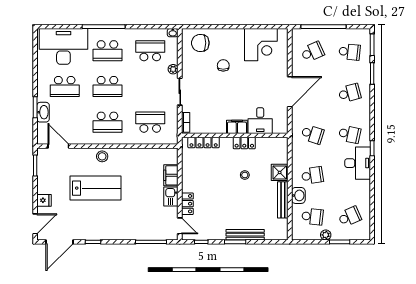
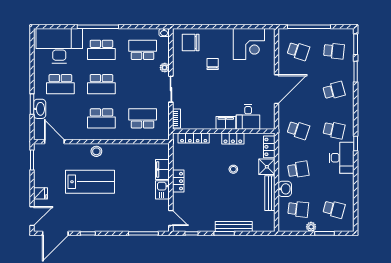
school desk: (312, 52) -> (298, 51), turned 42
locker: (282, 152) -> (269, 147), added
locker: (187, 204) -> (178, 181), moved
school desk: (350, 217) -> (334, 209), turned 39

